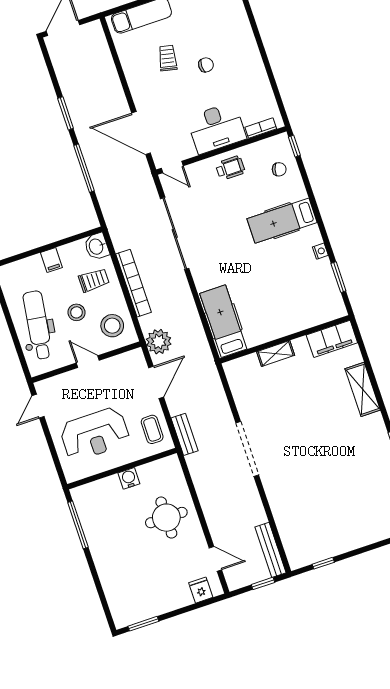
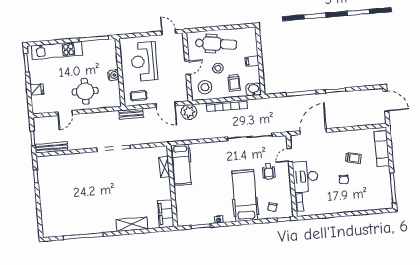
door: (172, 167) -> (290, 155), moved
wheelchair: (230, 168) -> (269, 171), moved
hospital bed: (282, 221) -> (245, 195), width x1.37, depth x1.29
hospital bed: (223, 321) -> (181, 165), moved, turned 90
shelving: (276, 354) -> (164, 167), moved
door: (215, 559) -> (65, 113), moved
kitchen unit: (112, 579) -> (57, 50), added
fridge: (201, 590) -> (37, 90), moved

